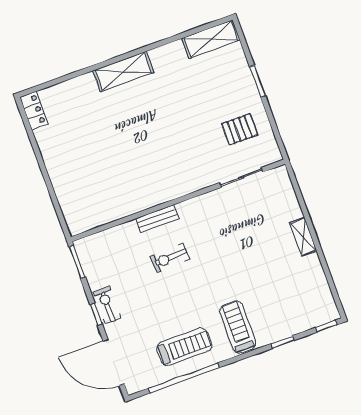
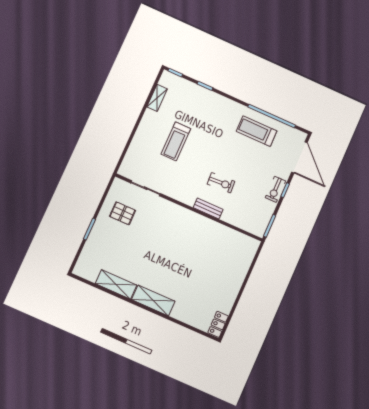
shelving: (211, 39) -> (116, 284), moved
shelving: (303, 237) -> (157, 98), moved
treadmill: (238, 327) -> (176, 141), moved

